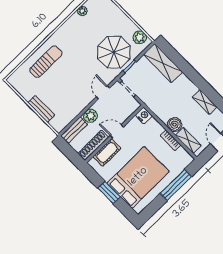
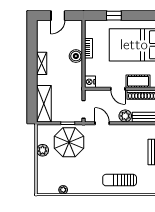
plant: (140, 37) -> (43, 150), moved
door: (103, 92) -> (102, 123), swing flipped
shelving: (204, 102) -> (42, 63), moved
shelving: (188, 140) -> (77, 37), removed
window: (176, 185) -> (114, 16), width x0.46

